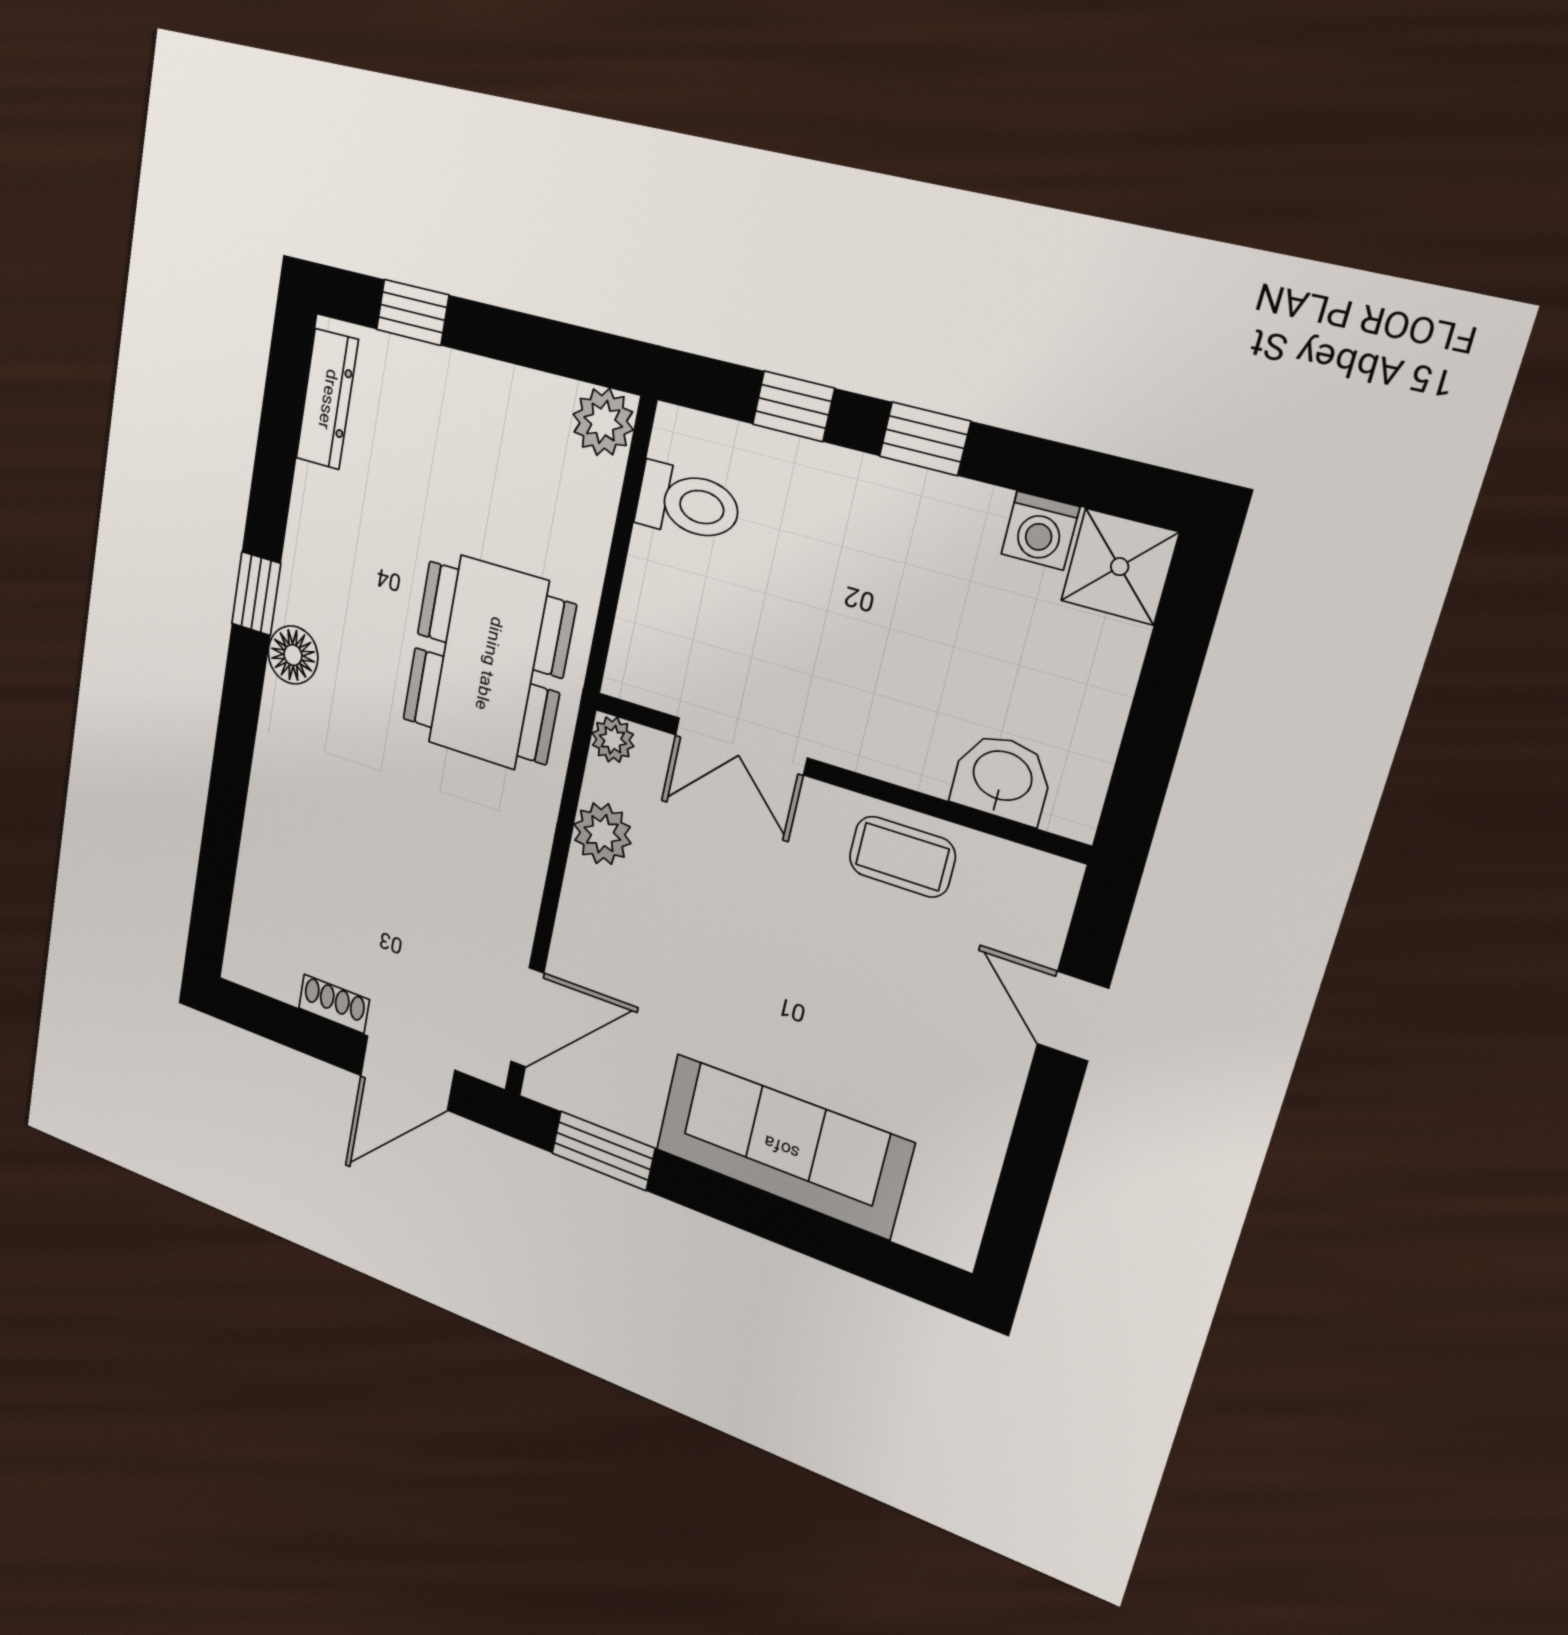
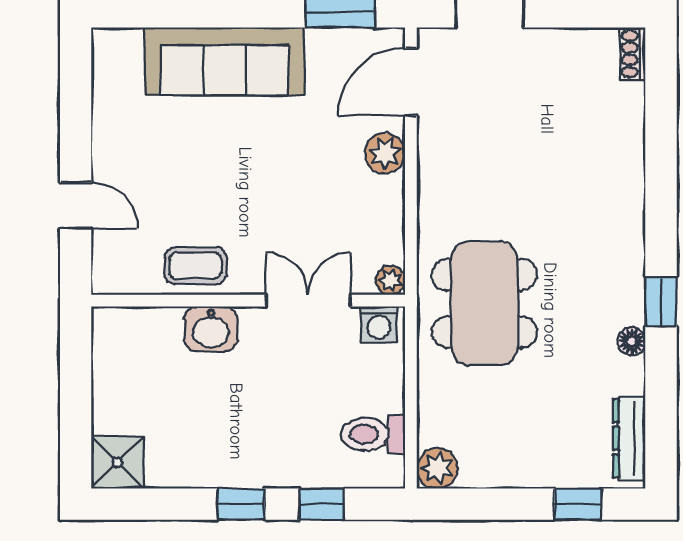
washing machine: (1040, 531) -> (379, 324), moved, turned 180
floor lamp: (293, 655) -> (631, 341), moved, width x0.73, depth x0.73
washbasin: (1002, 778) -> (211, 329), moved
plant: (602, 834) -> (385, 153), moved
shoe rack: (334, 1004) -> (633, 54), moved, turned 90

